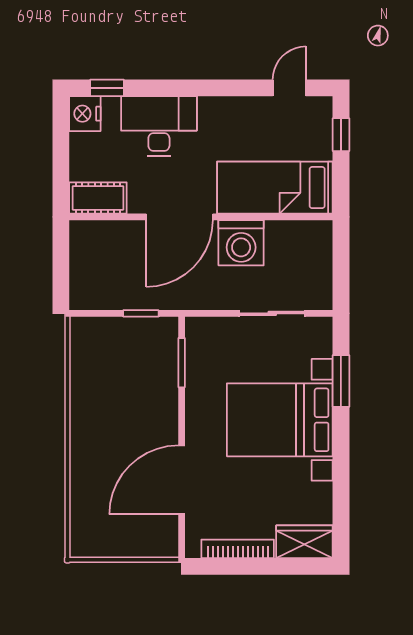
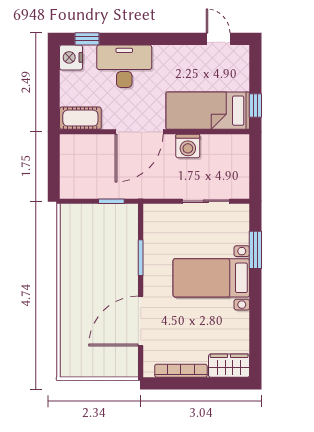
door: (289, 88) -> (218, 39), hinge flipped
window: (341, 135) -> (255, 106), moved
washing machine: (241, 243) -> (188, 146), width x0.73, depth x0.73
window: (182, 363) -> (141, 258), moved
bed with nightstands: (280, 420) -> (211, 278), width x0.73

